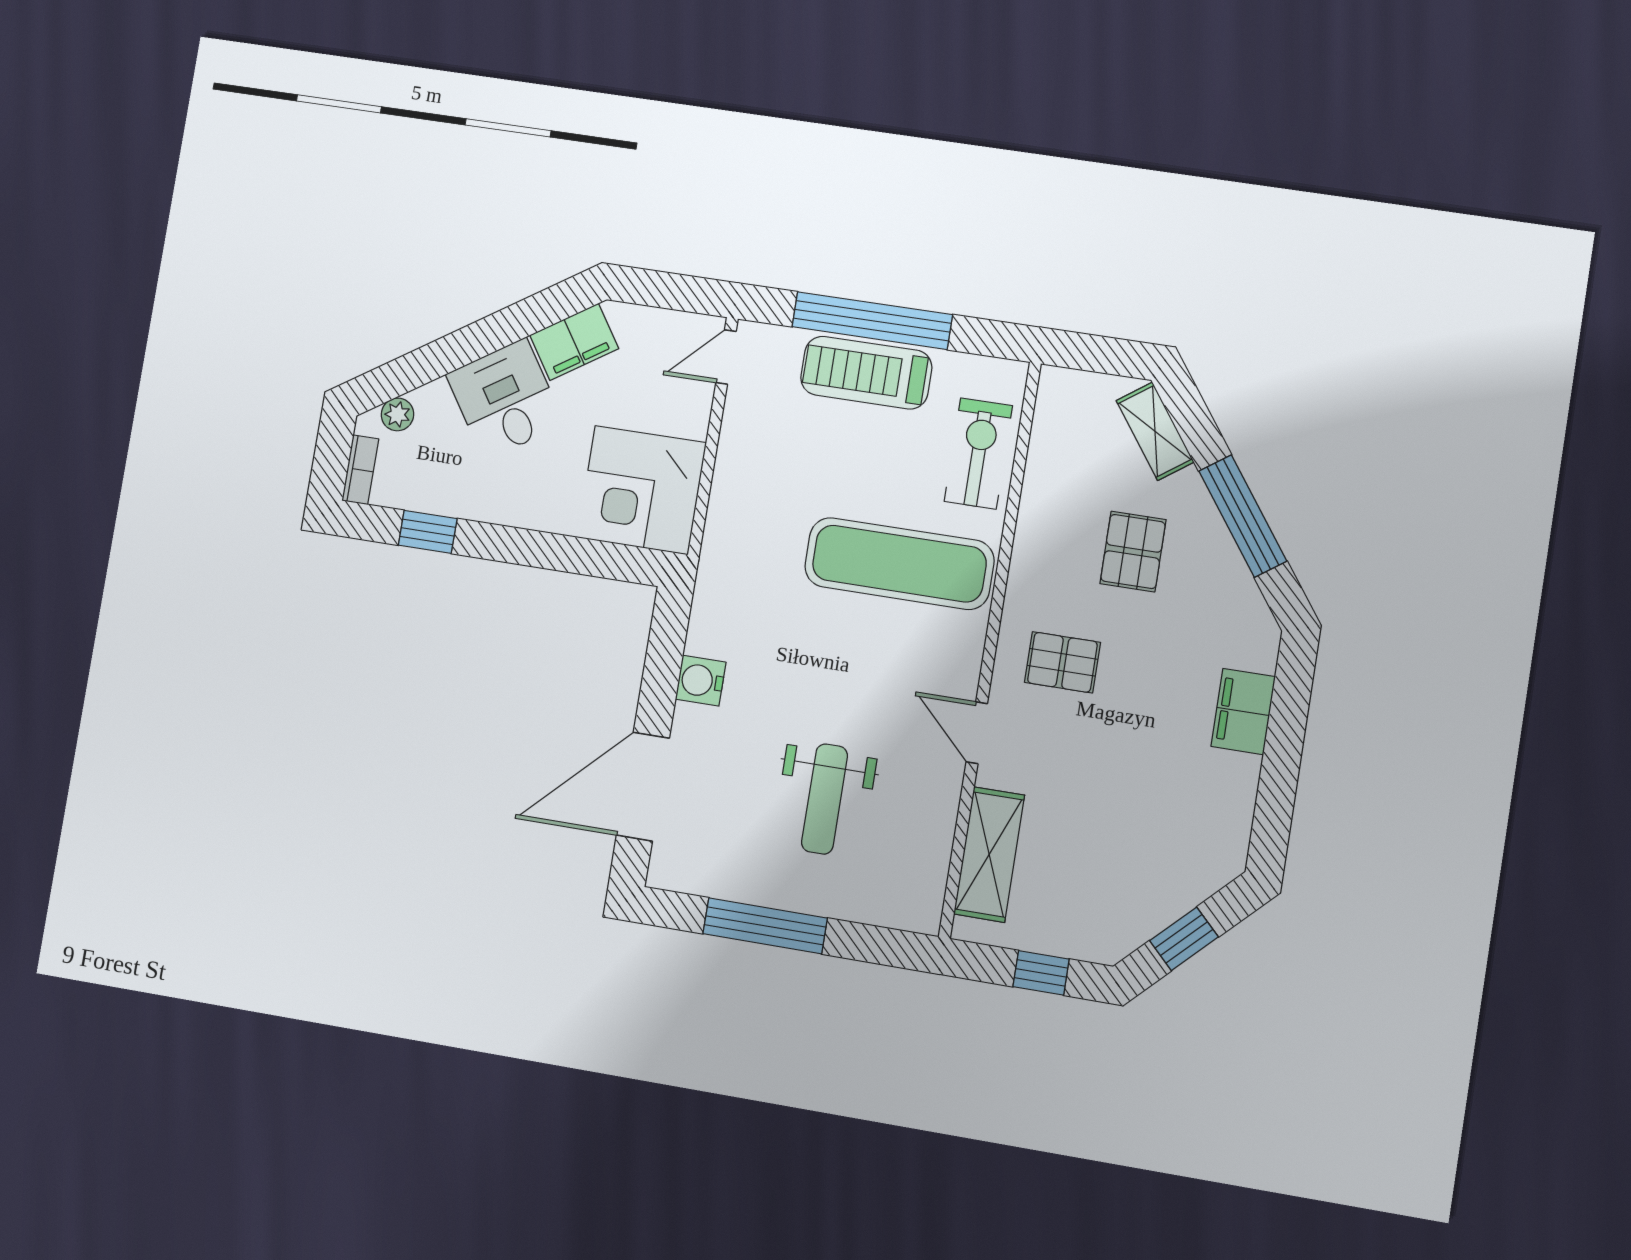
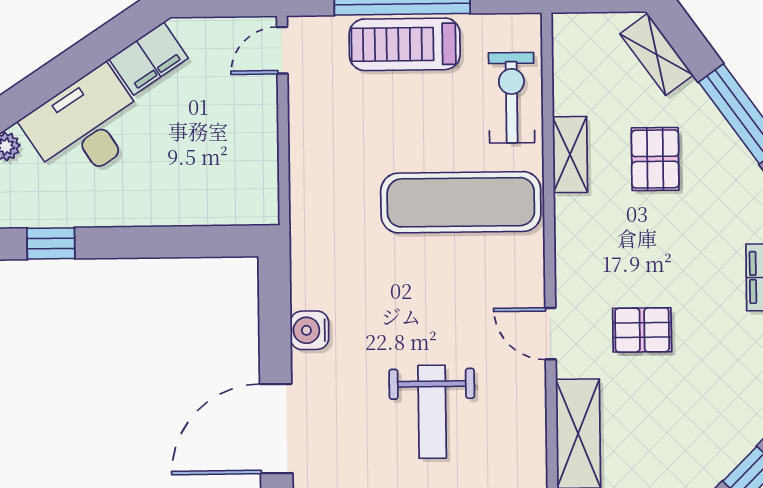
desk: (505, 399) -> (85, 126), width x1.37
corner desk: (642, 490) -> (230, 177), removed
shelving: (1035, 530) -> (570, 155), added
pallet: (1062, 662) -> (642, 330), moved

